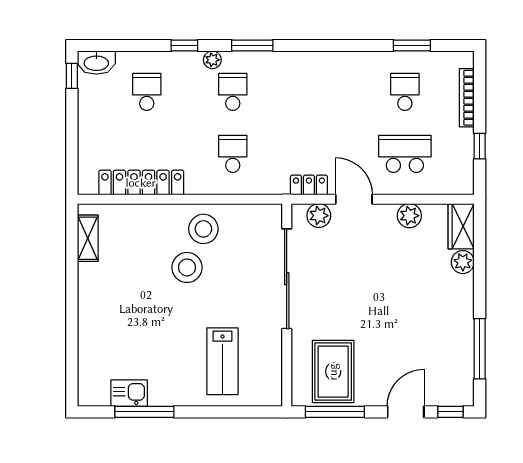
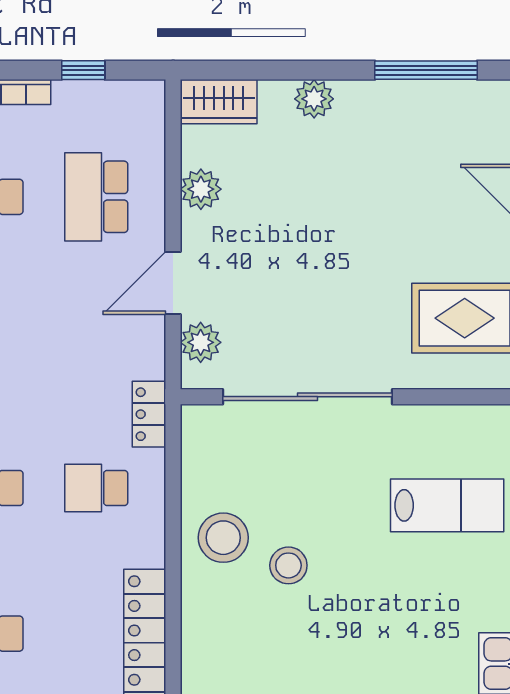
locker: (309, 185) -> (149, 414), moved
plant: (463, 262) -> (314, 99), moved
stool: (187, 267) -> (288, 565), width x0.73, depth x0.73

